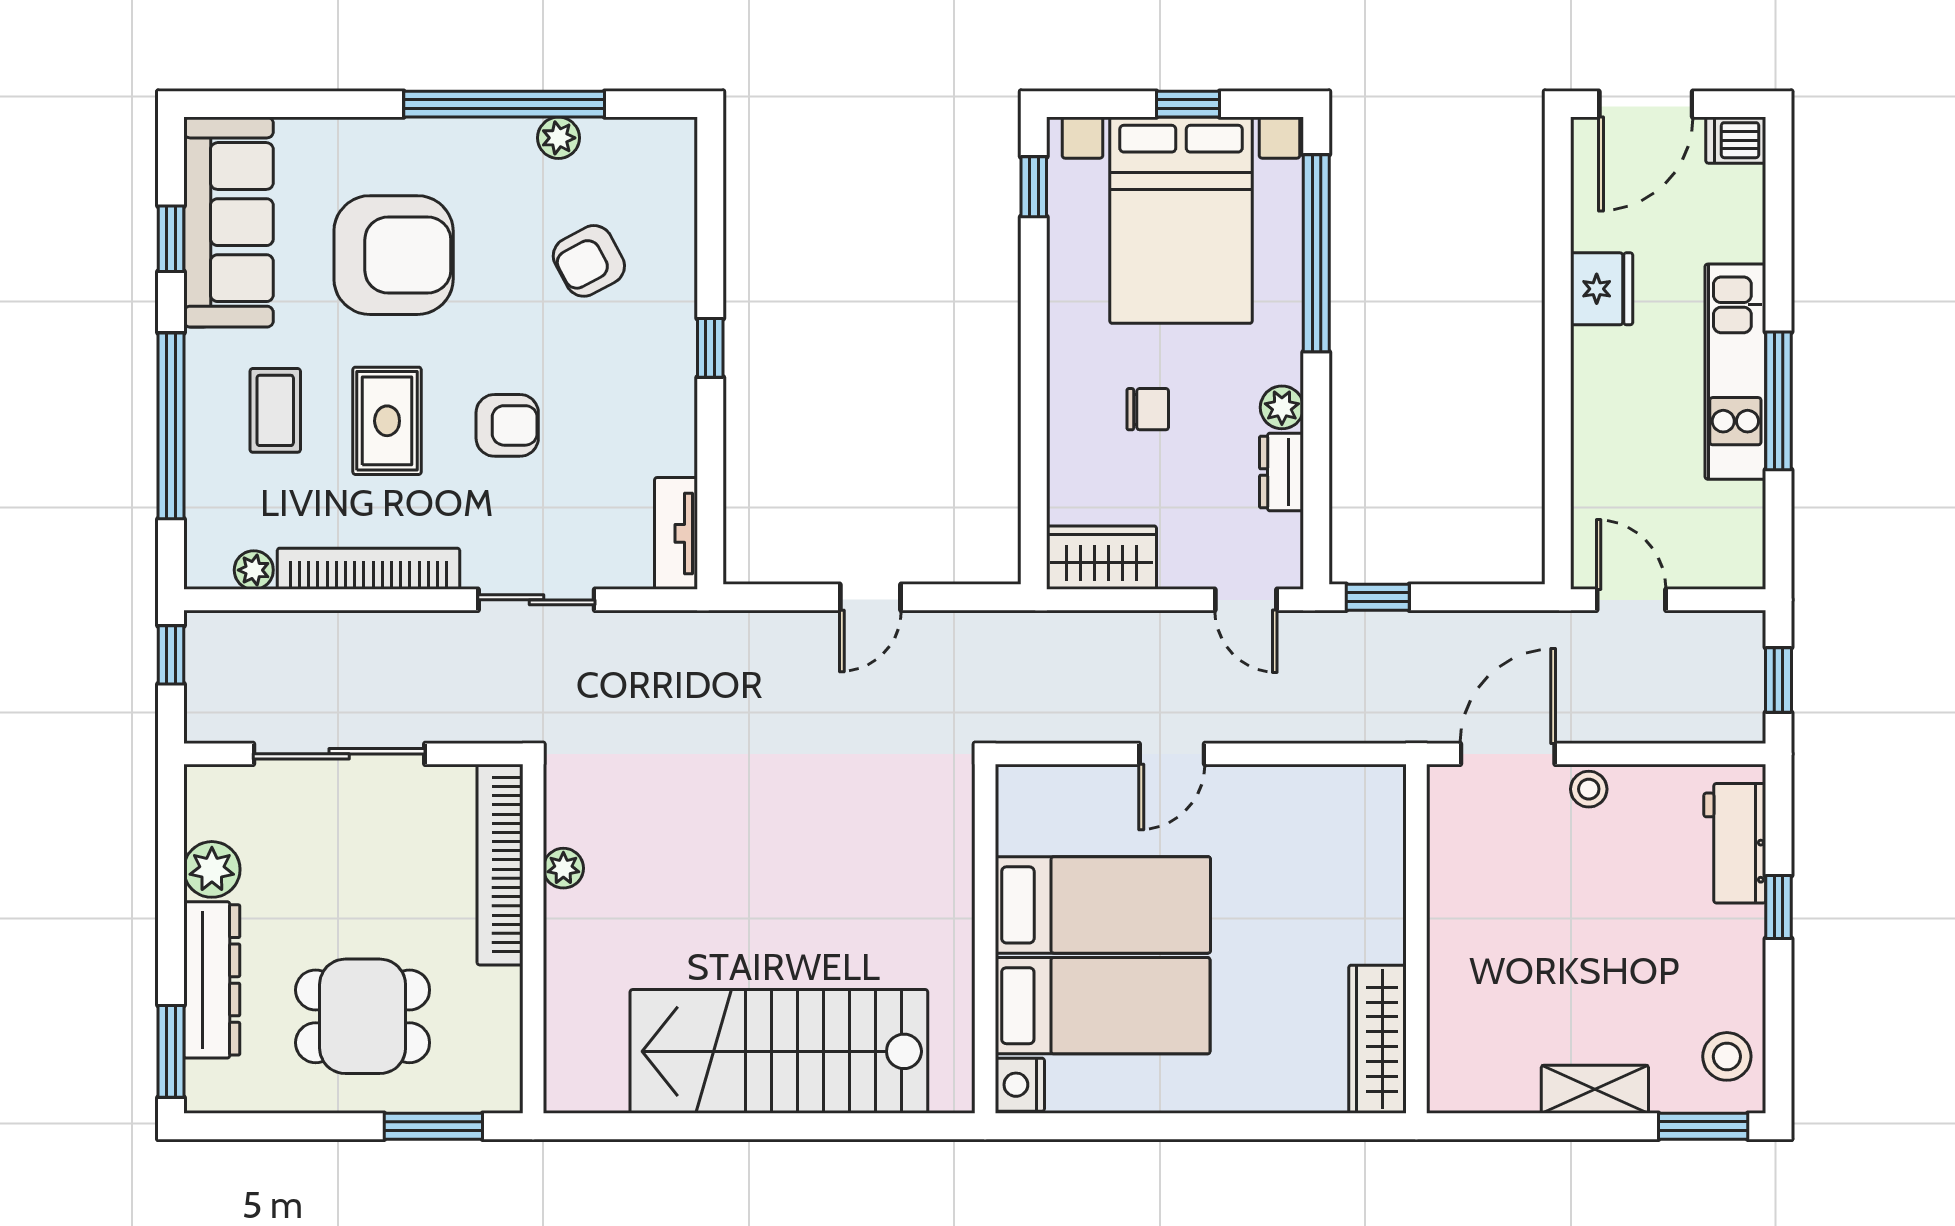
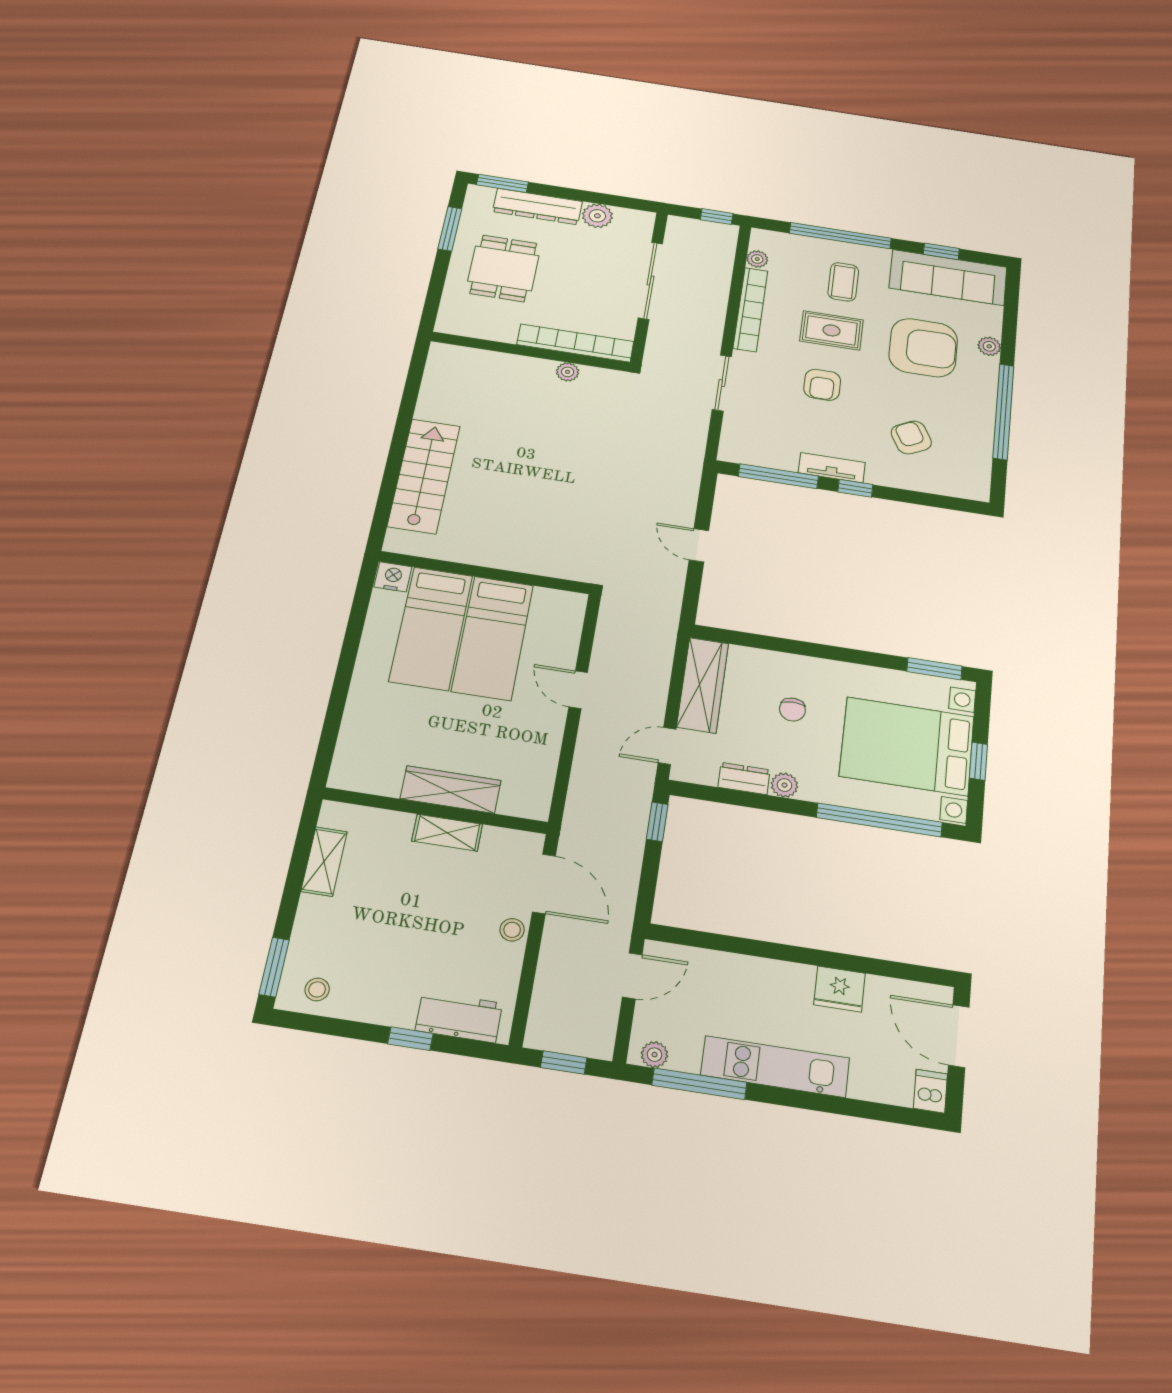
plant: (558, 138) -> (989, 346), moved
window: (1034, 187) -> (934, 669), width x1.50
armchair: (394, 255) -> (923, 348), turned -90
window: (1779, 401) -> (699, 1084), moved
coffee table: (275, 410) -> (843, 282), turned 90
window: (710, 481) -> (778, 476), added
tv unit: (676, 533) -> (832, 468), moved
plant: (1746, 550) -> (654, 1055), added
wardrobe: (1102, 558) -> (703, 685), width x1.50
shelving: (1450, 914) -> (447, 833), added
wardrobe: (1378, 1039) -> (451, 790), moved
stairs: (779, 1051) -> (424, 476), width x0.73, depth x0.66
stool: (1727, 1056) -> (317, 989), width x0.73, depth x0.73
shelving: (1595, 1089) -> (324, 861), moved
window: (433, 1126) -> (450, 229), moved

